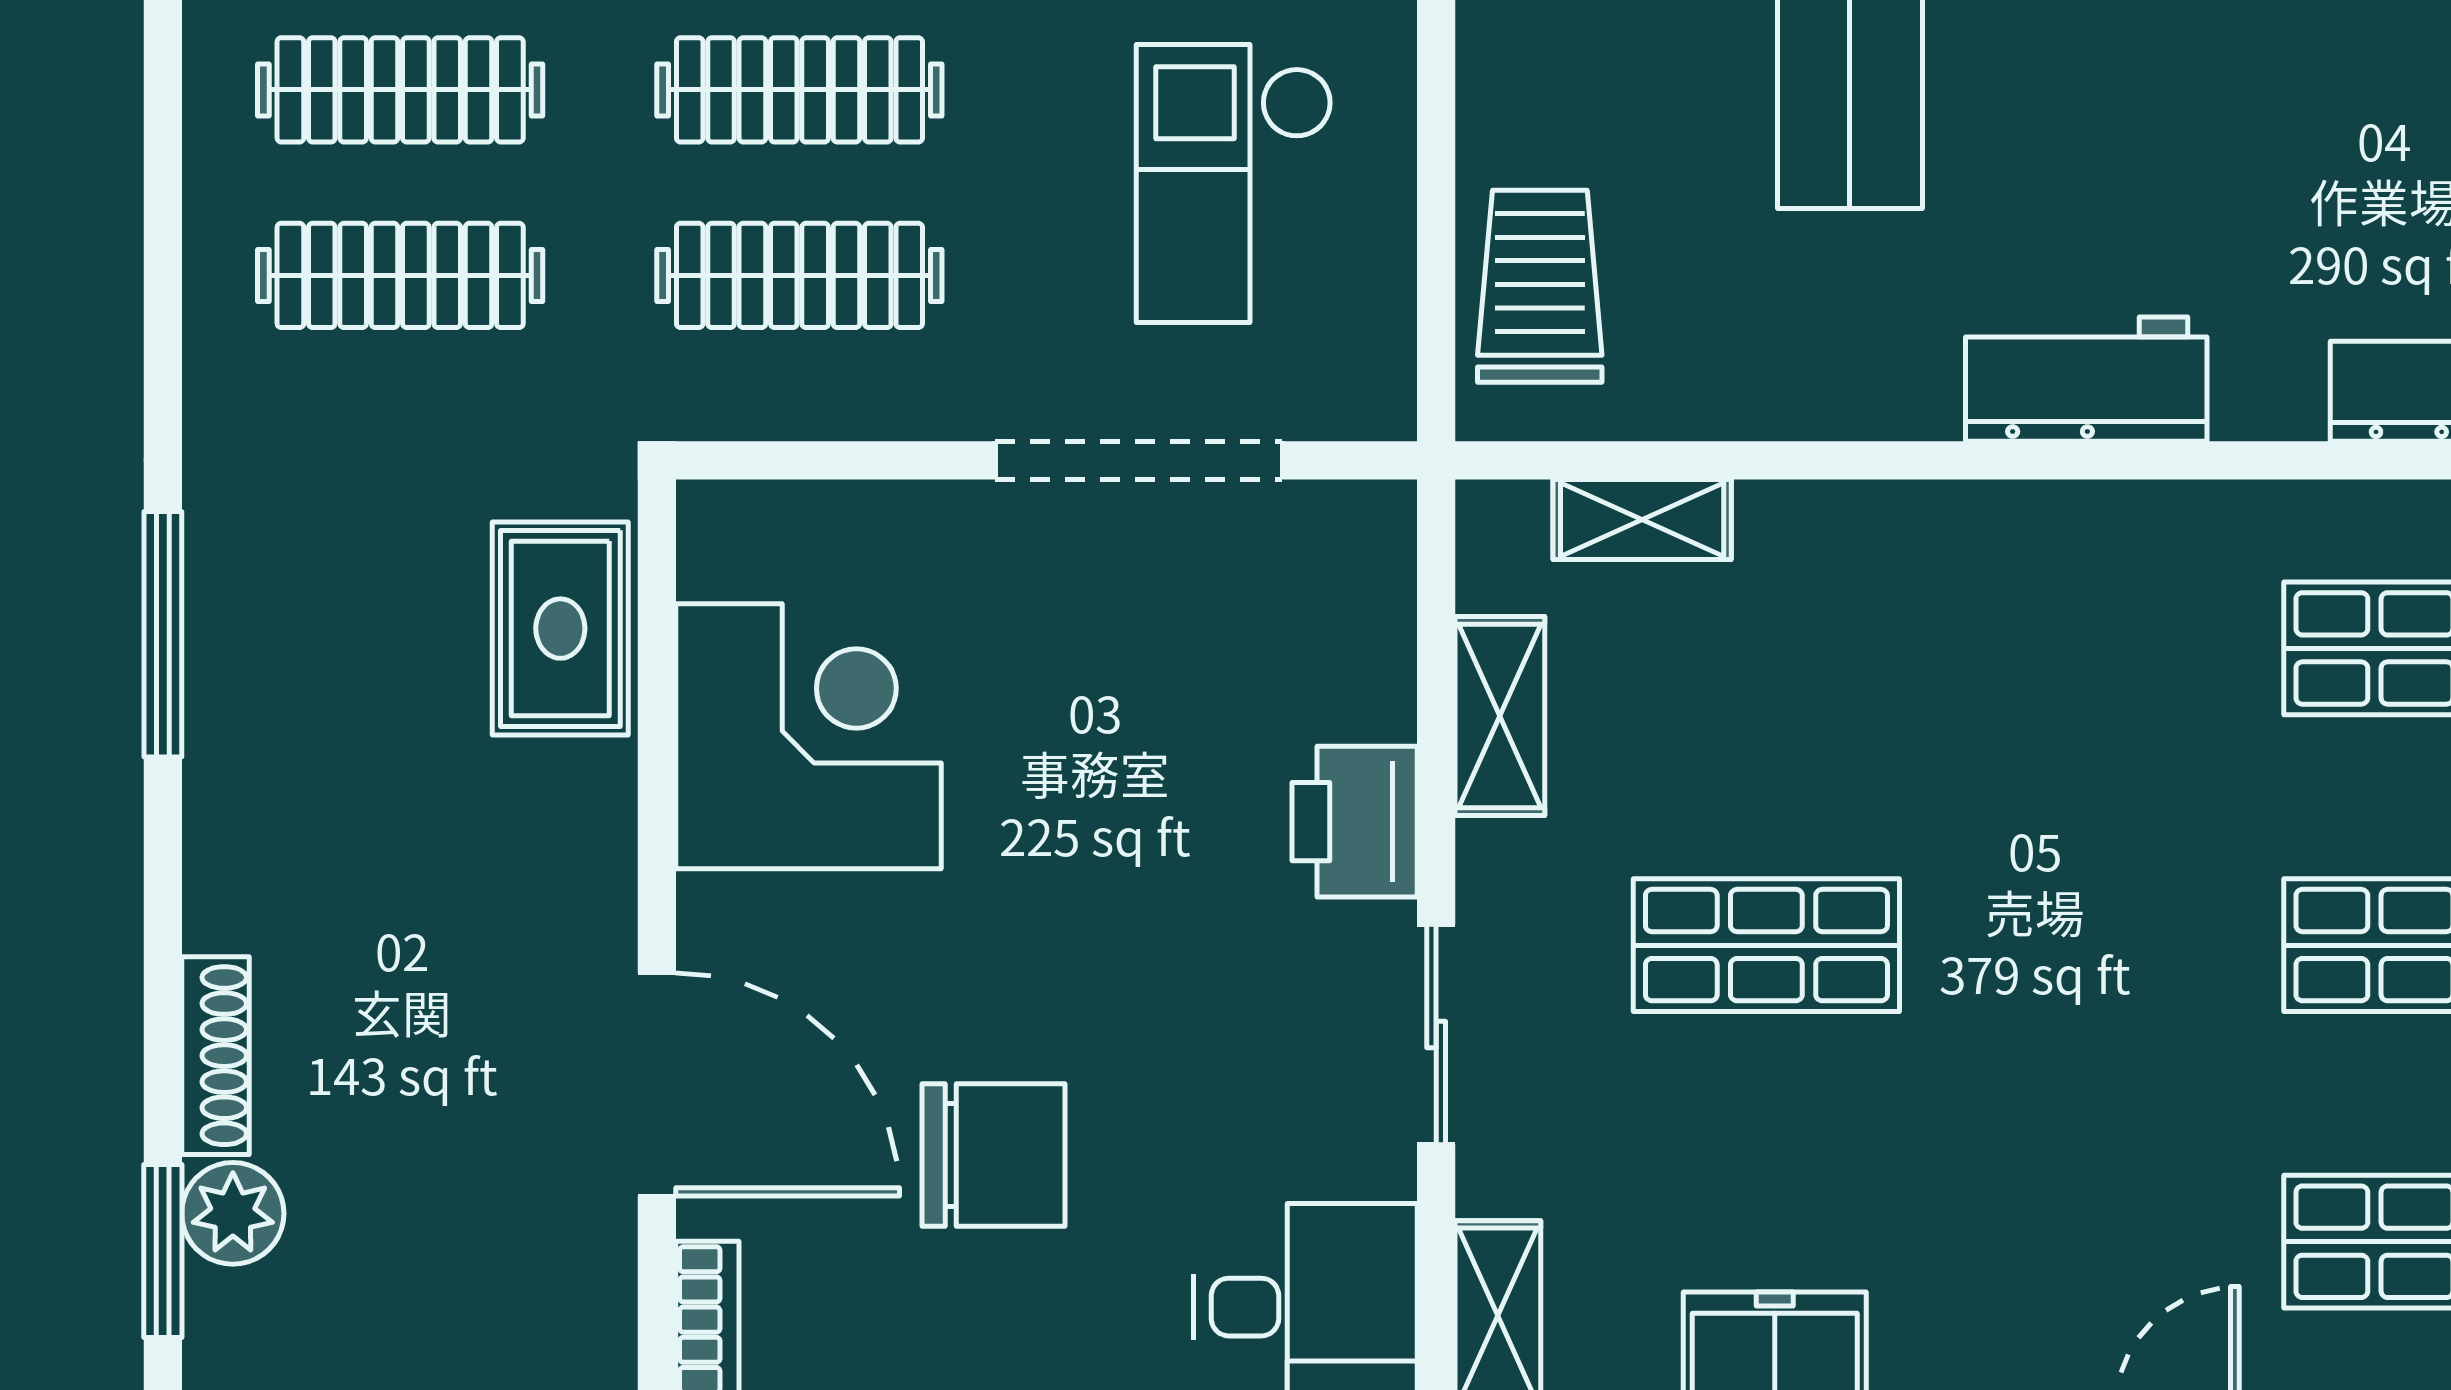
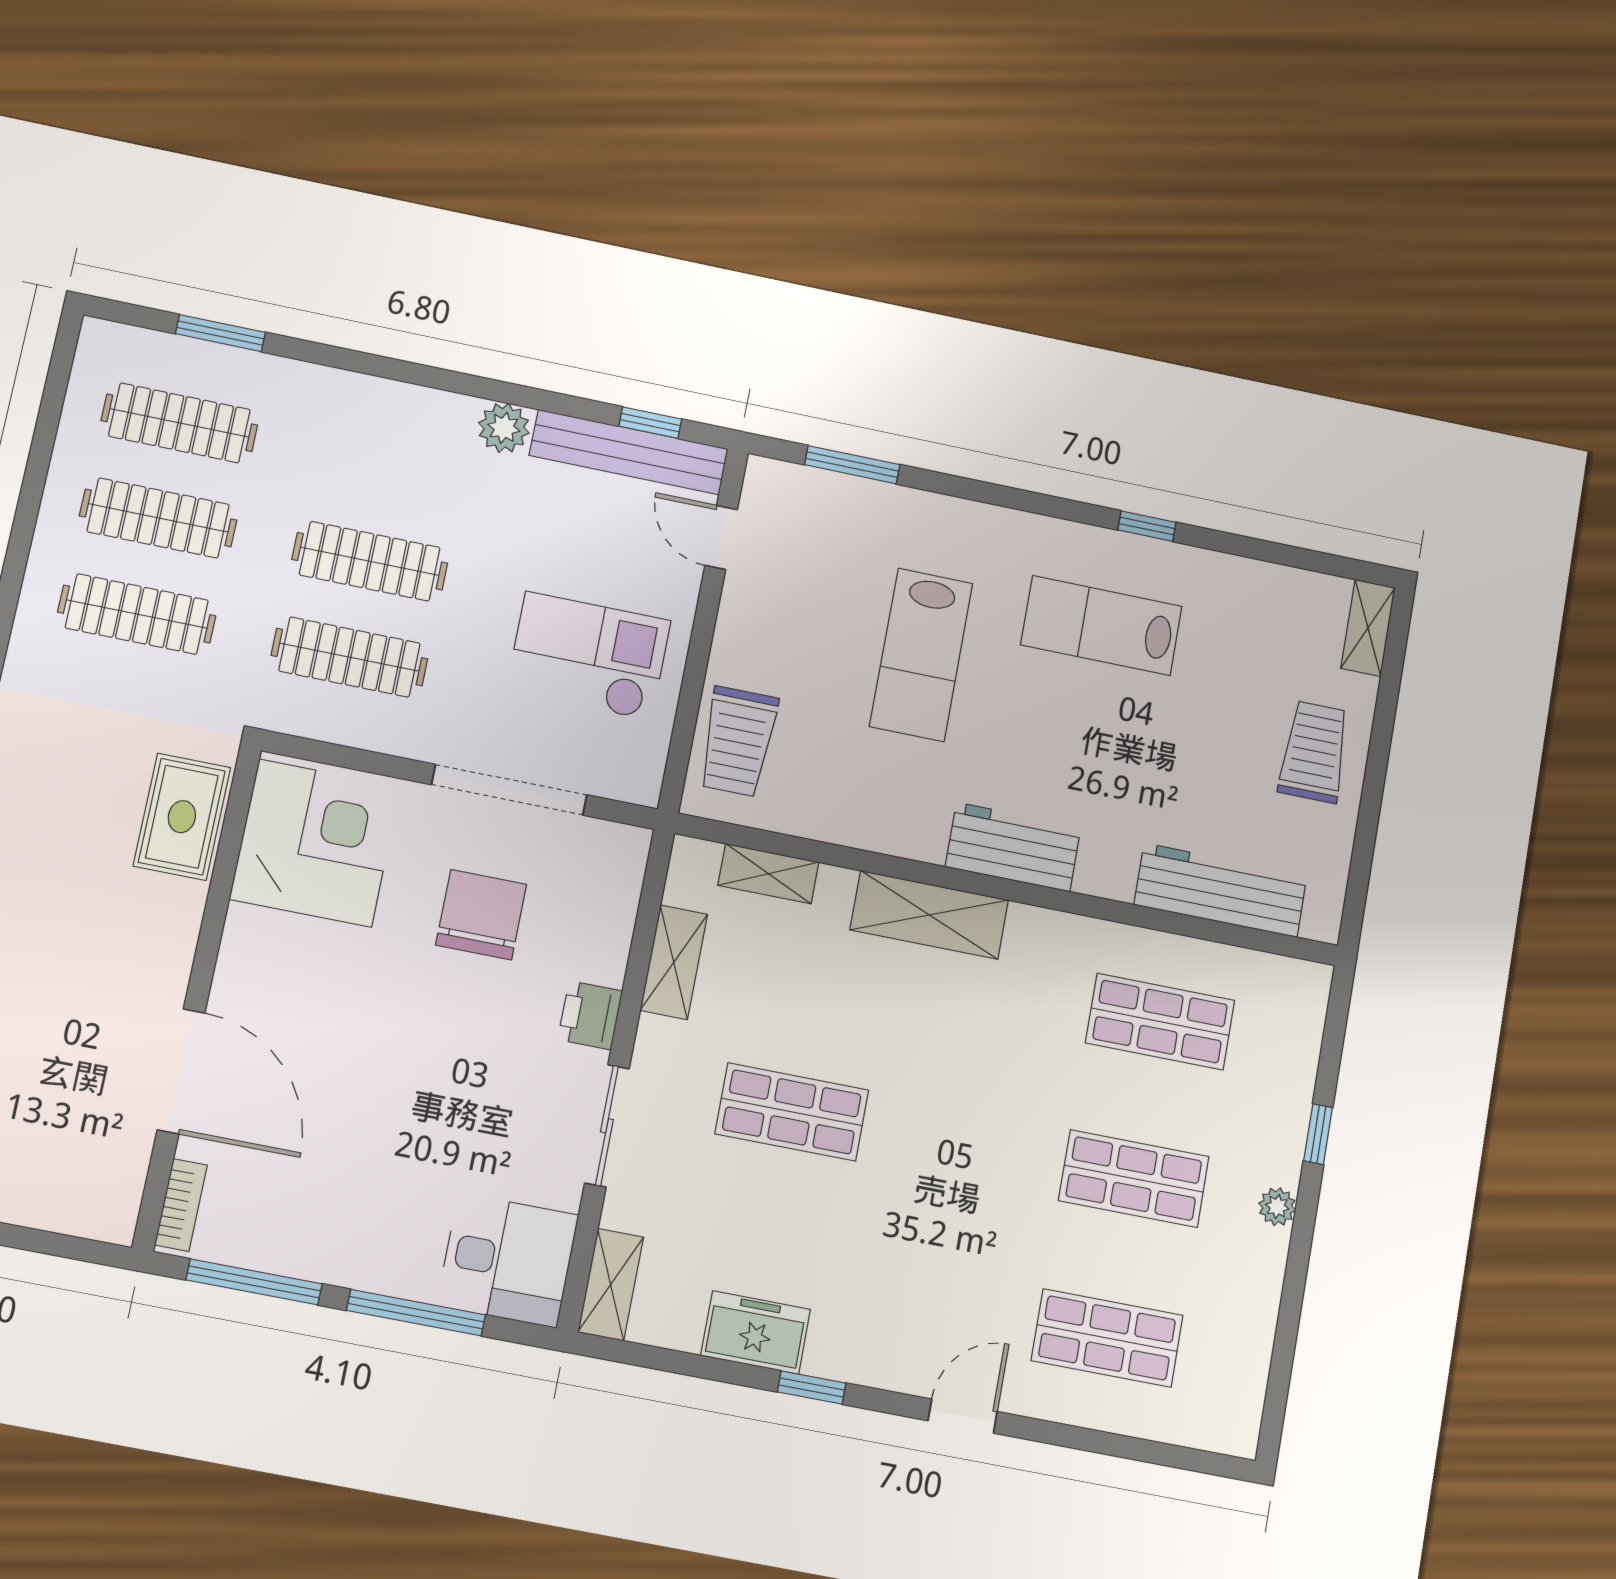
checkout: (1234, 183) -> (588, 656), turned 90
trolley: (1540, 286) -> (738, 741), turned 180
shelving: (1953, 536) -> (929, 915), added
corner desk: (809, 736) -> (315, 843), moved
printer: (1355, 822) -> (590, 1015), width x0.73, depth x0.81
chair: (994, 1155) -> (481, 915), moved, turned -90

